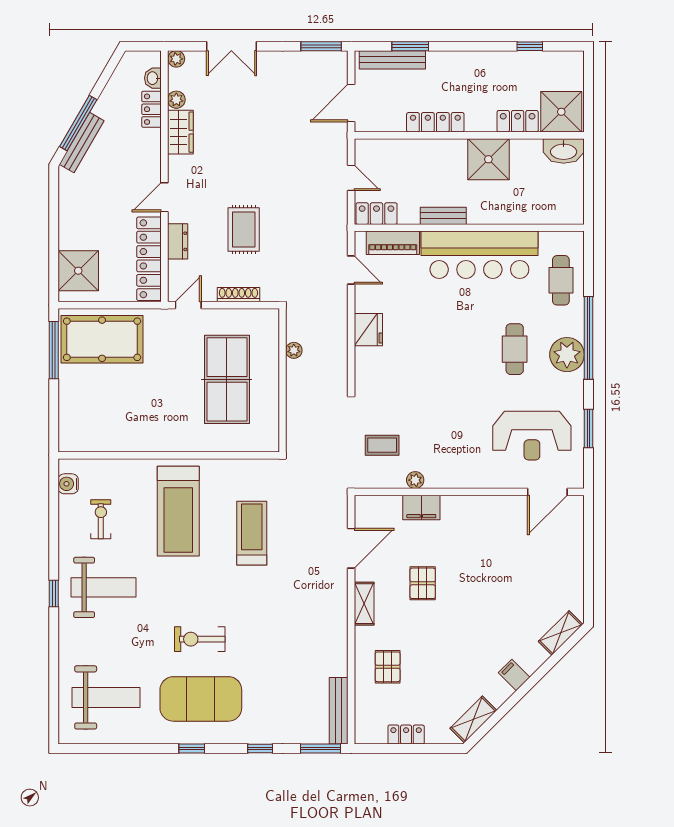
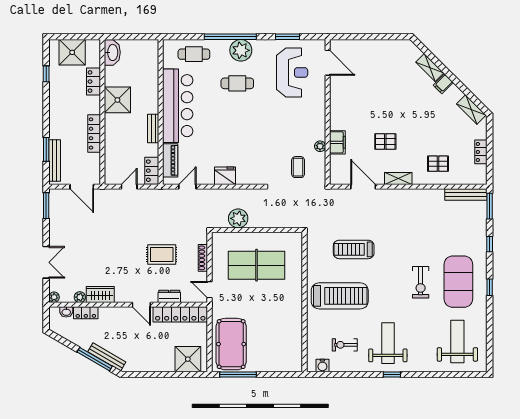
shower: (561, 112) -> (72, 52), moved
plant: (294, 350) -> (238, 218), width x1.88, depth x1.88
shelving: (561, 633) -> (430, 68), moved

